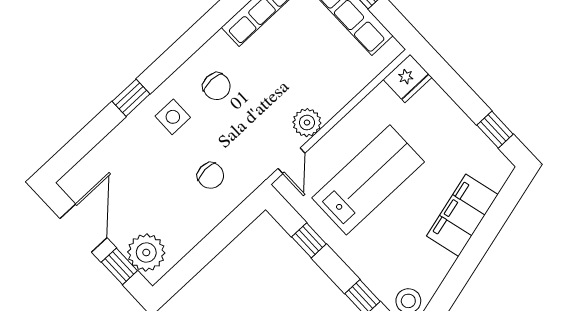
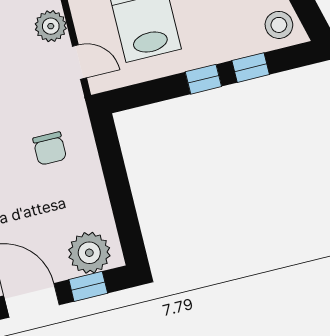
chair: (211, 176) -> (50, 148), turned 93
window: (309, 240) -> (203, 79), moved

